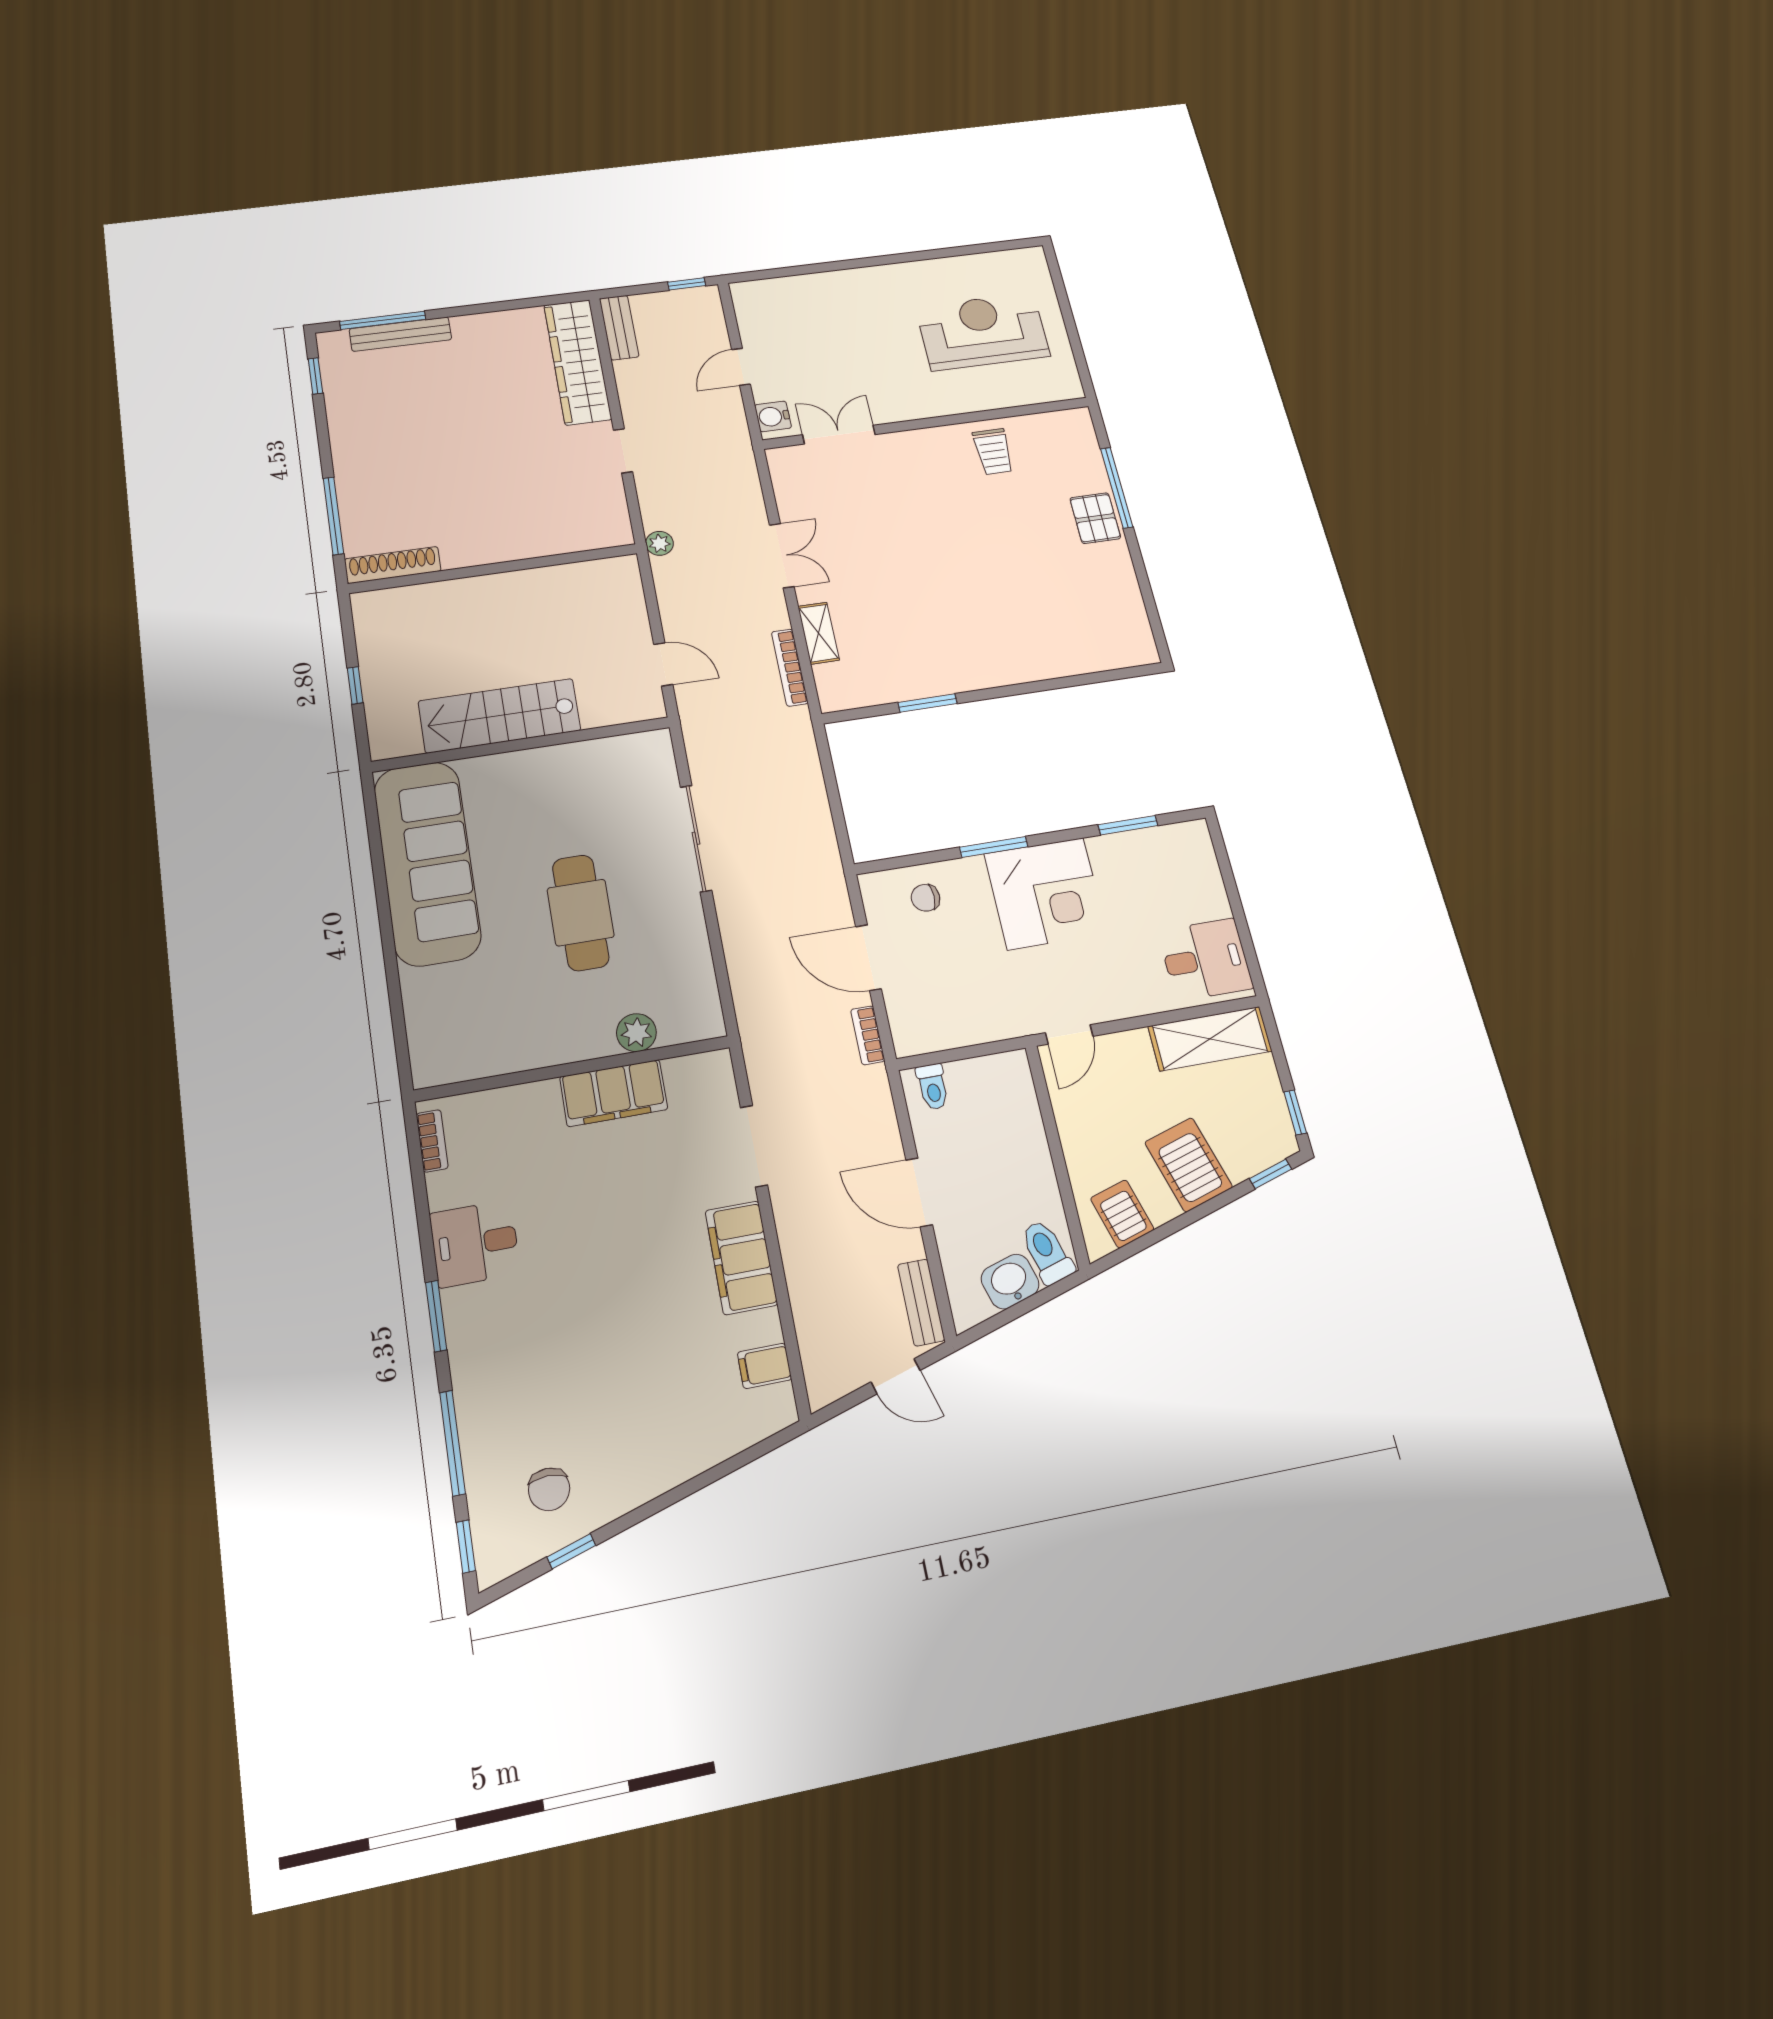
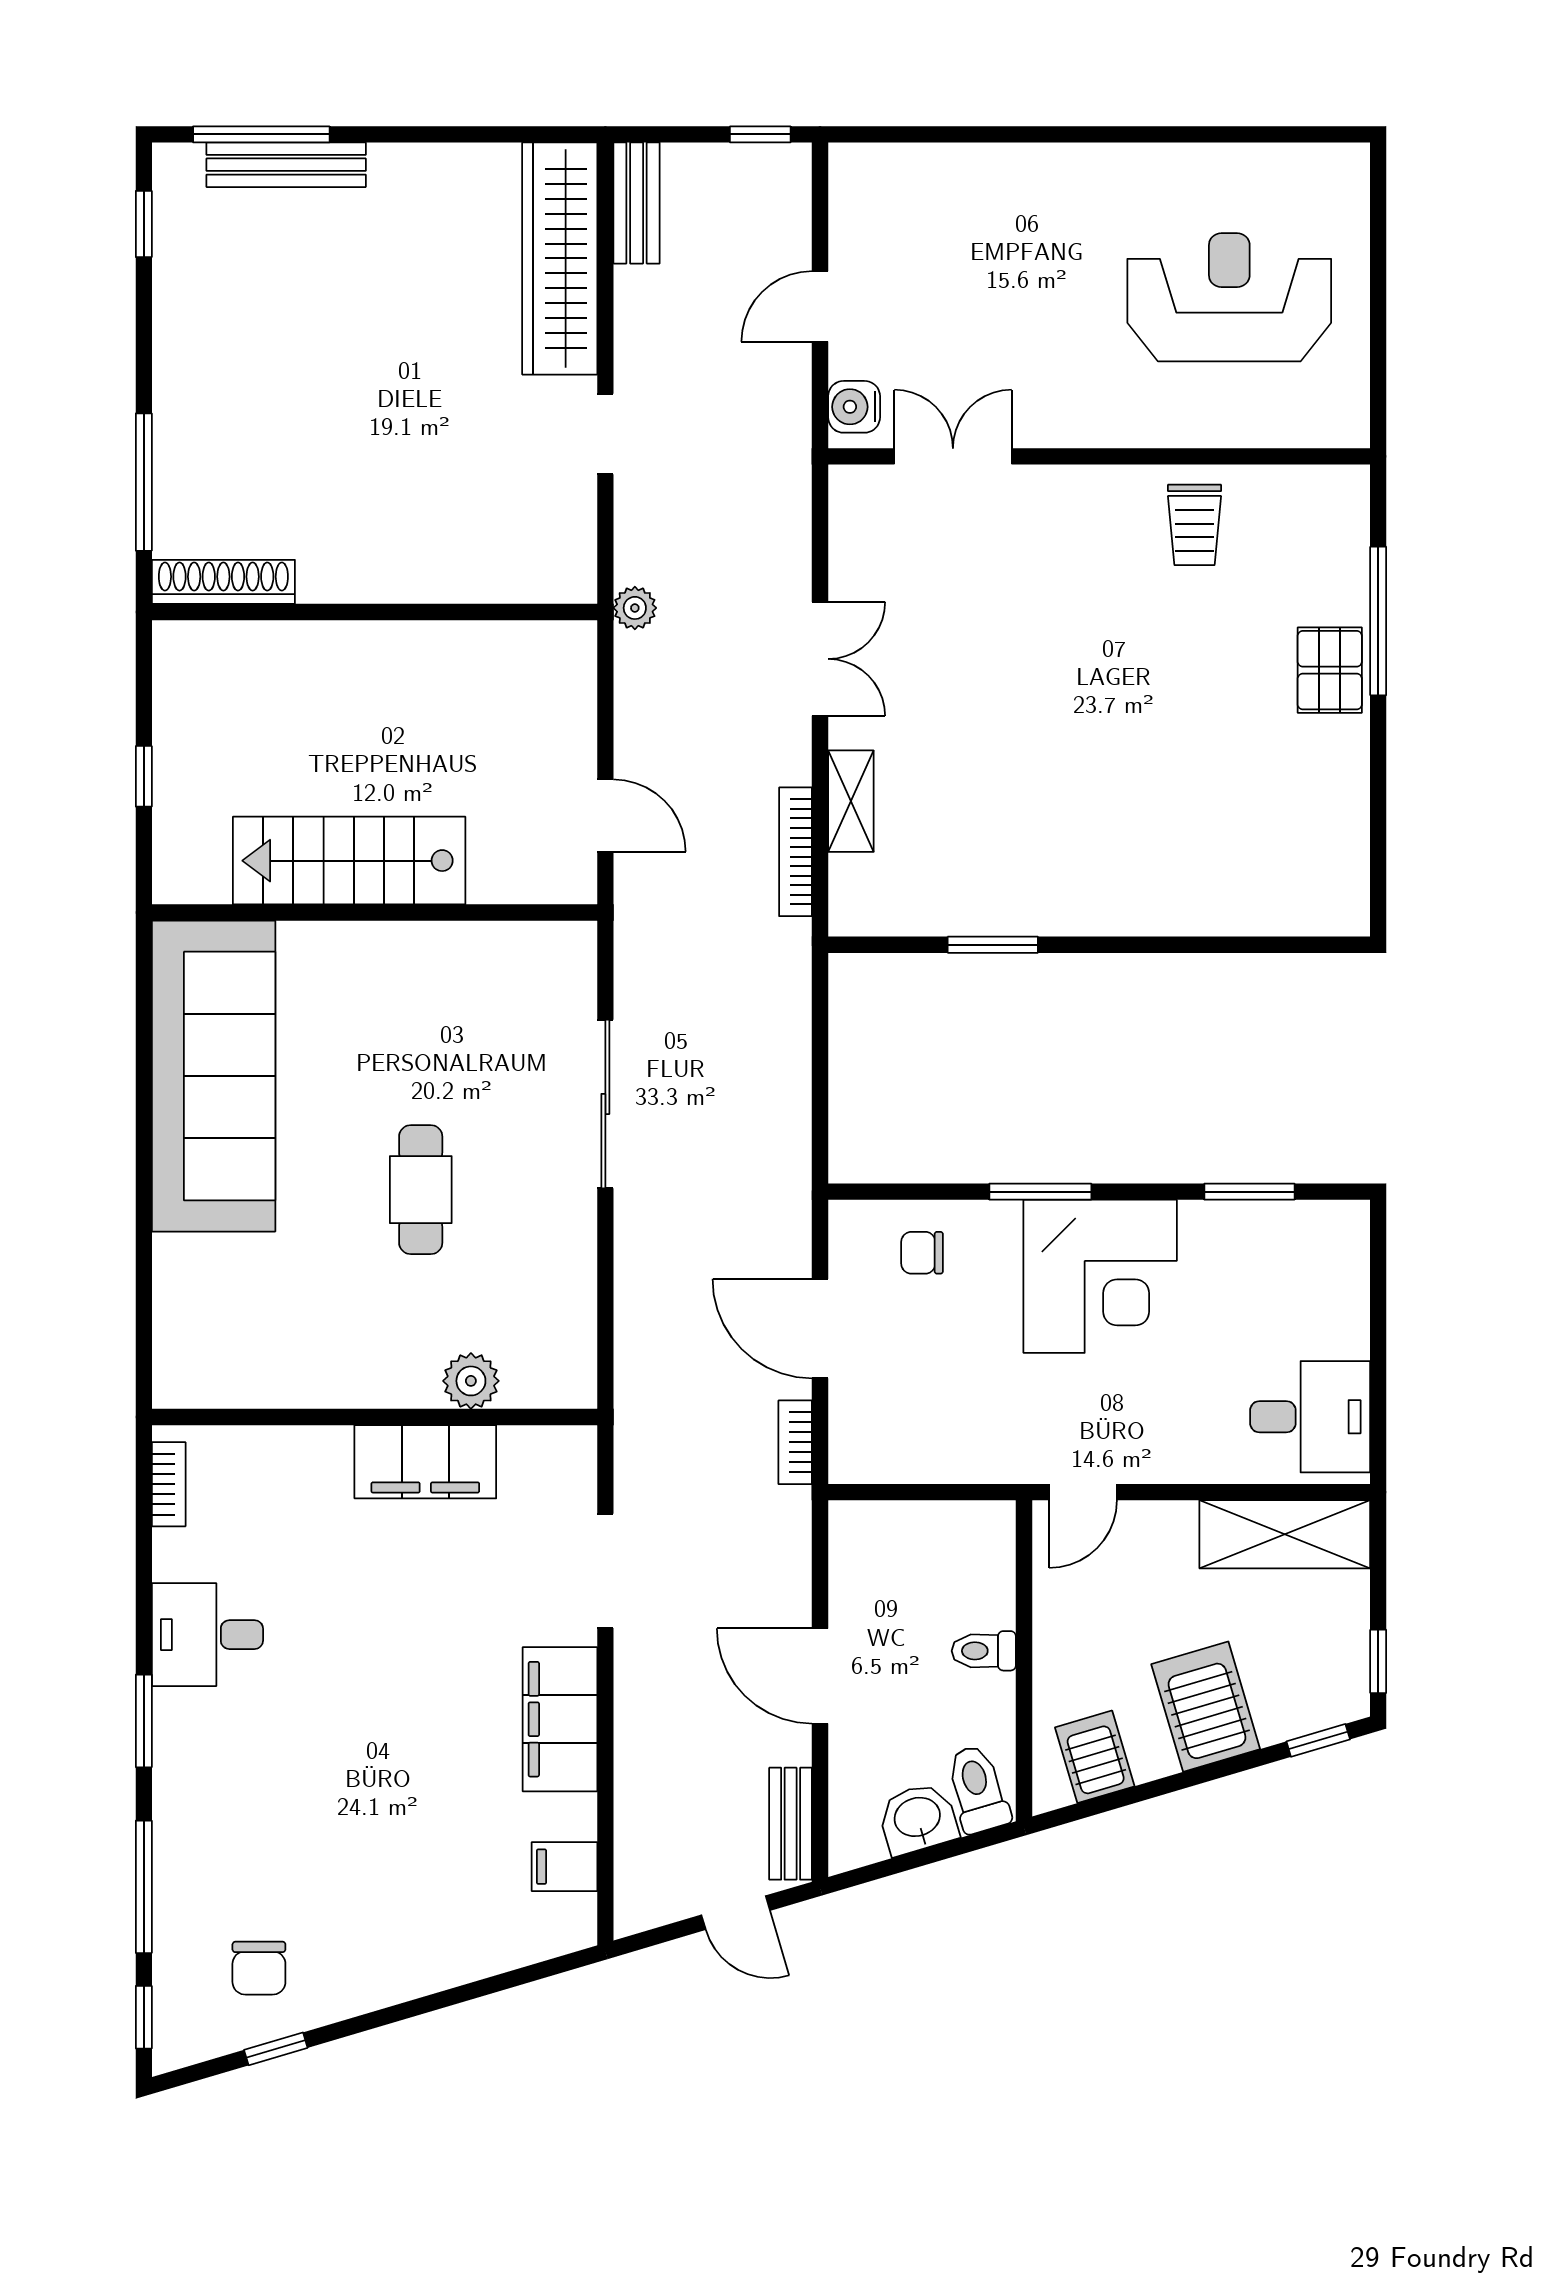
cafe table: (581, 913) -> (421, 1190), width x0.73, depth x0.74
toilet: (933, 1087) -> (984, 1651), moved, turned 90

